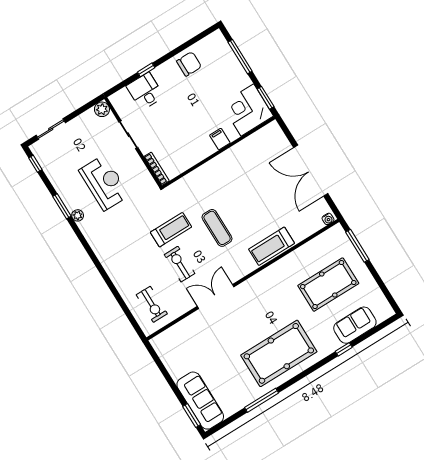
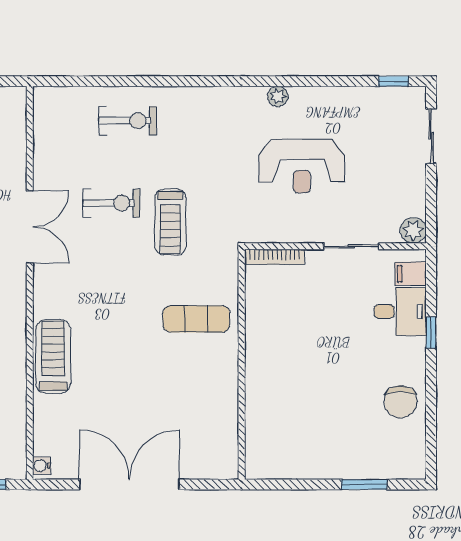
window: (240, 57) -> (364, 484), width x0.69
window: (266, 98) -> (279, 484), removed
corner desk: (247, 110) -> (278, 446), removed
filing cabinet: (220, 139) -> (411, 274), moved, turned 180
window: (62, 206) -> (306, 81), removed
exercise mat: (217, 228) -> (196, 319), moved
exercise bike: (152, 304) -> (128, 121), moved, turned 180

